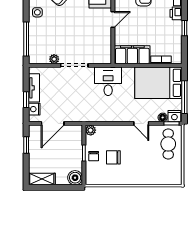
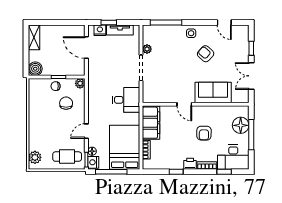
window: (26, 145) -> (66, 23), removed
chair: (113, 157) -> (66, 103), moved
plant: (169, 178) -> (35, 157), added

